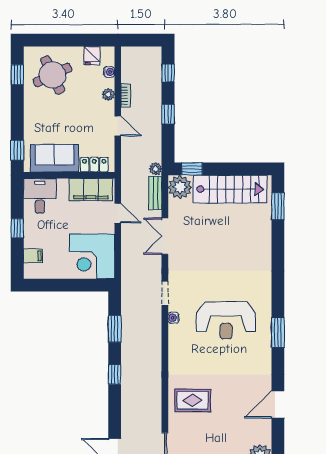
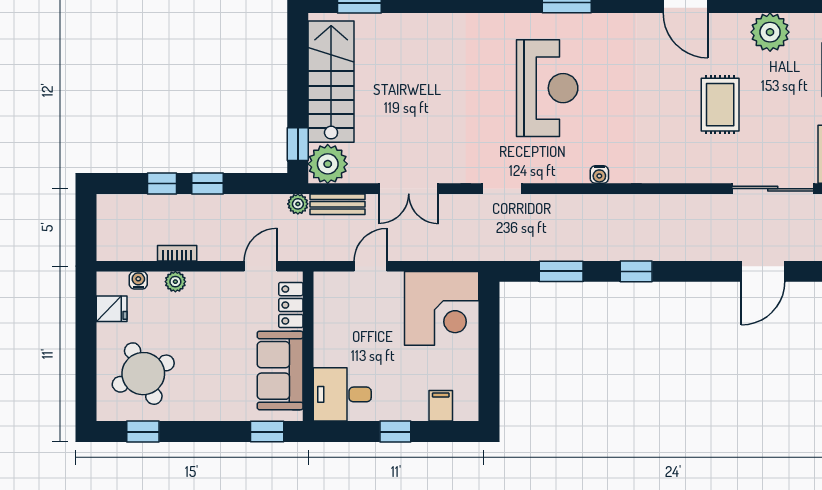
window: (168, 73) -> (162, 183), moved
door: (118, 126) -> (261, 266), moved
filing cabinet: (91, 189) -> (332, 310), removed
water cooler: (173, 318) -> (599, 174), moved
rug: (193, 400) -> (720, 105), moved

